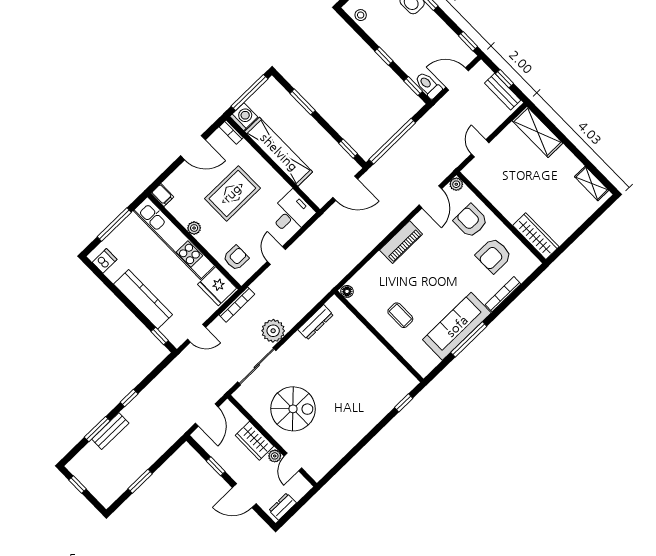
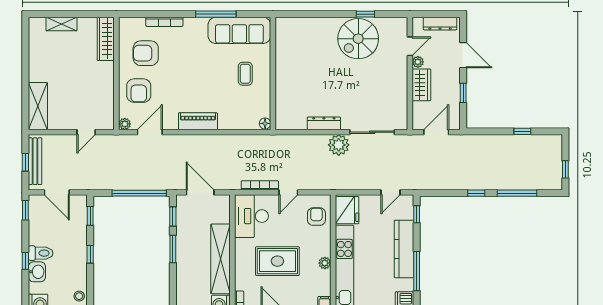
toilet: (428, 85) -> (41, 253), moved, turned -90
bench: (503, 92) -> (35, 161), width x1.36
window: (303, 102) -> (173, 249), moved
shelving: (592, 183) -> (62, 24), moved, turned 90
desk: (292, 213) -> (251, 216), width x1.37
armchair: (494, 255) -> (146, 53), turned 180
armchair: (236, 258) -> (316, 217), turned 90
window: (116, 292) -> (417, 271), added
bookcase: (237, 305) -> (260, 185), moved
dresser: (316, 322) -> (324, 123), moved
sofa: (457, 326) -> (239, 30), moved
door: (197, 333) -> (391, 192), swing flipped
window: (404, 403) -> (365, 14), moved
spiral stairs: (293, 409) -> (358, 39), moved, turned -90
window: (97, 429) -> (517, 193), width x1.44
bench: (110, 431) -> (510, 183), removed
window: (140, 481) -> (522, 131), width x0.67
dresser: (283, 507) -> (440, 24), width x1.44

